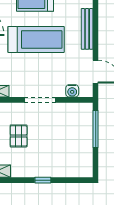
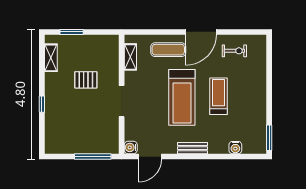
bench: (87, 29) -> (192, 148), width x0.73
water cooler: (72, 91) -> (131, 147), moved

